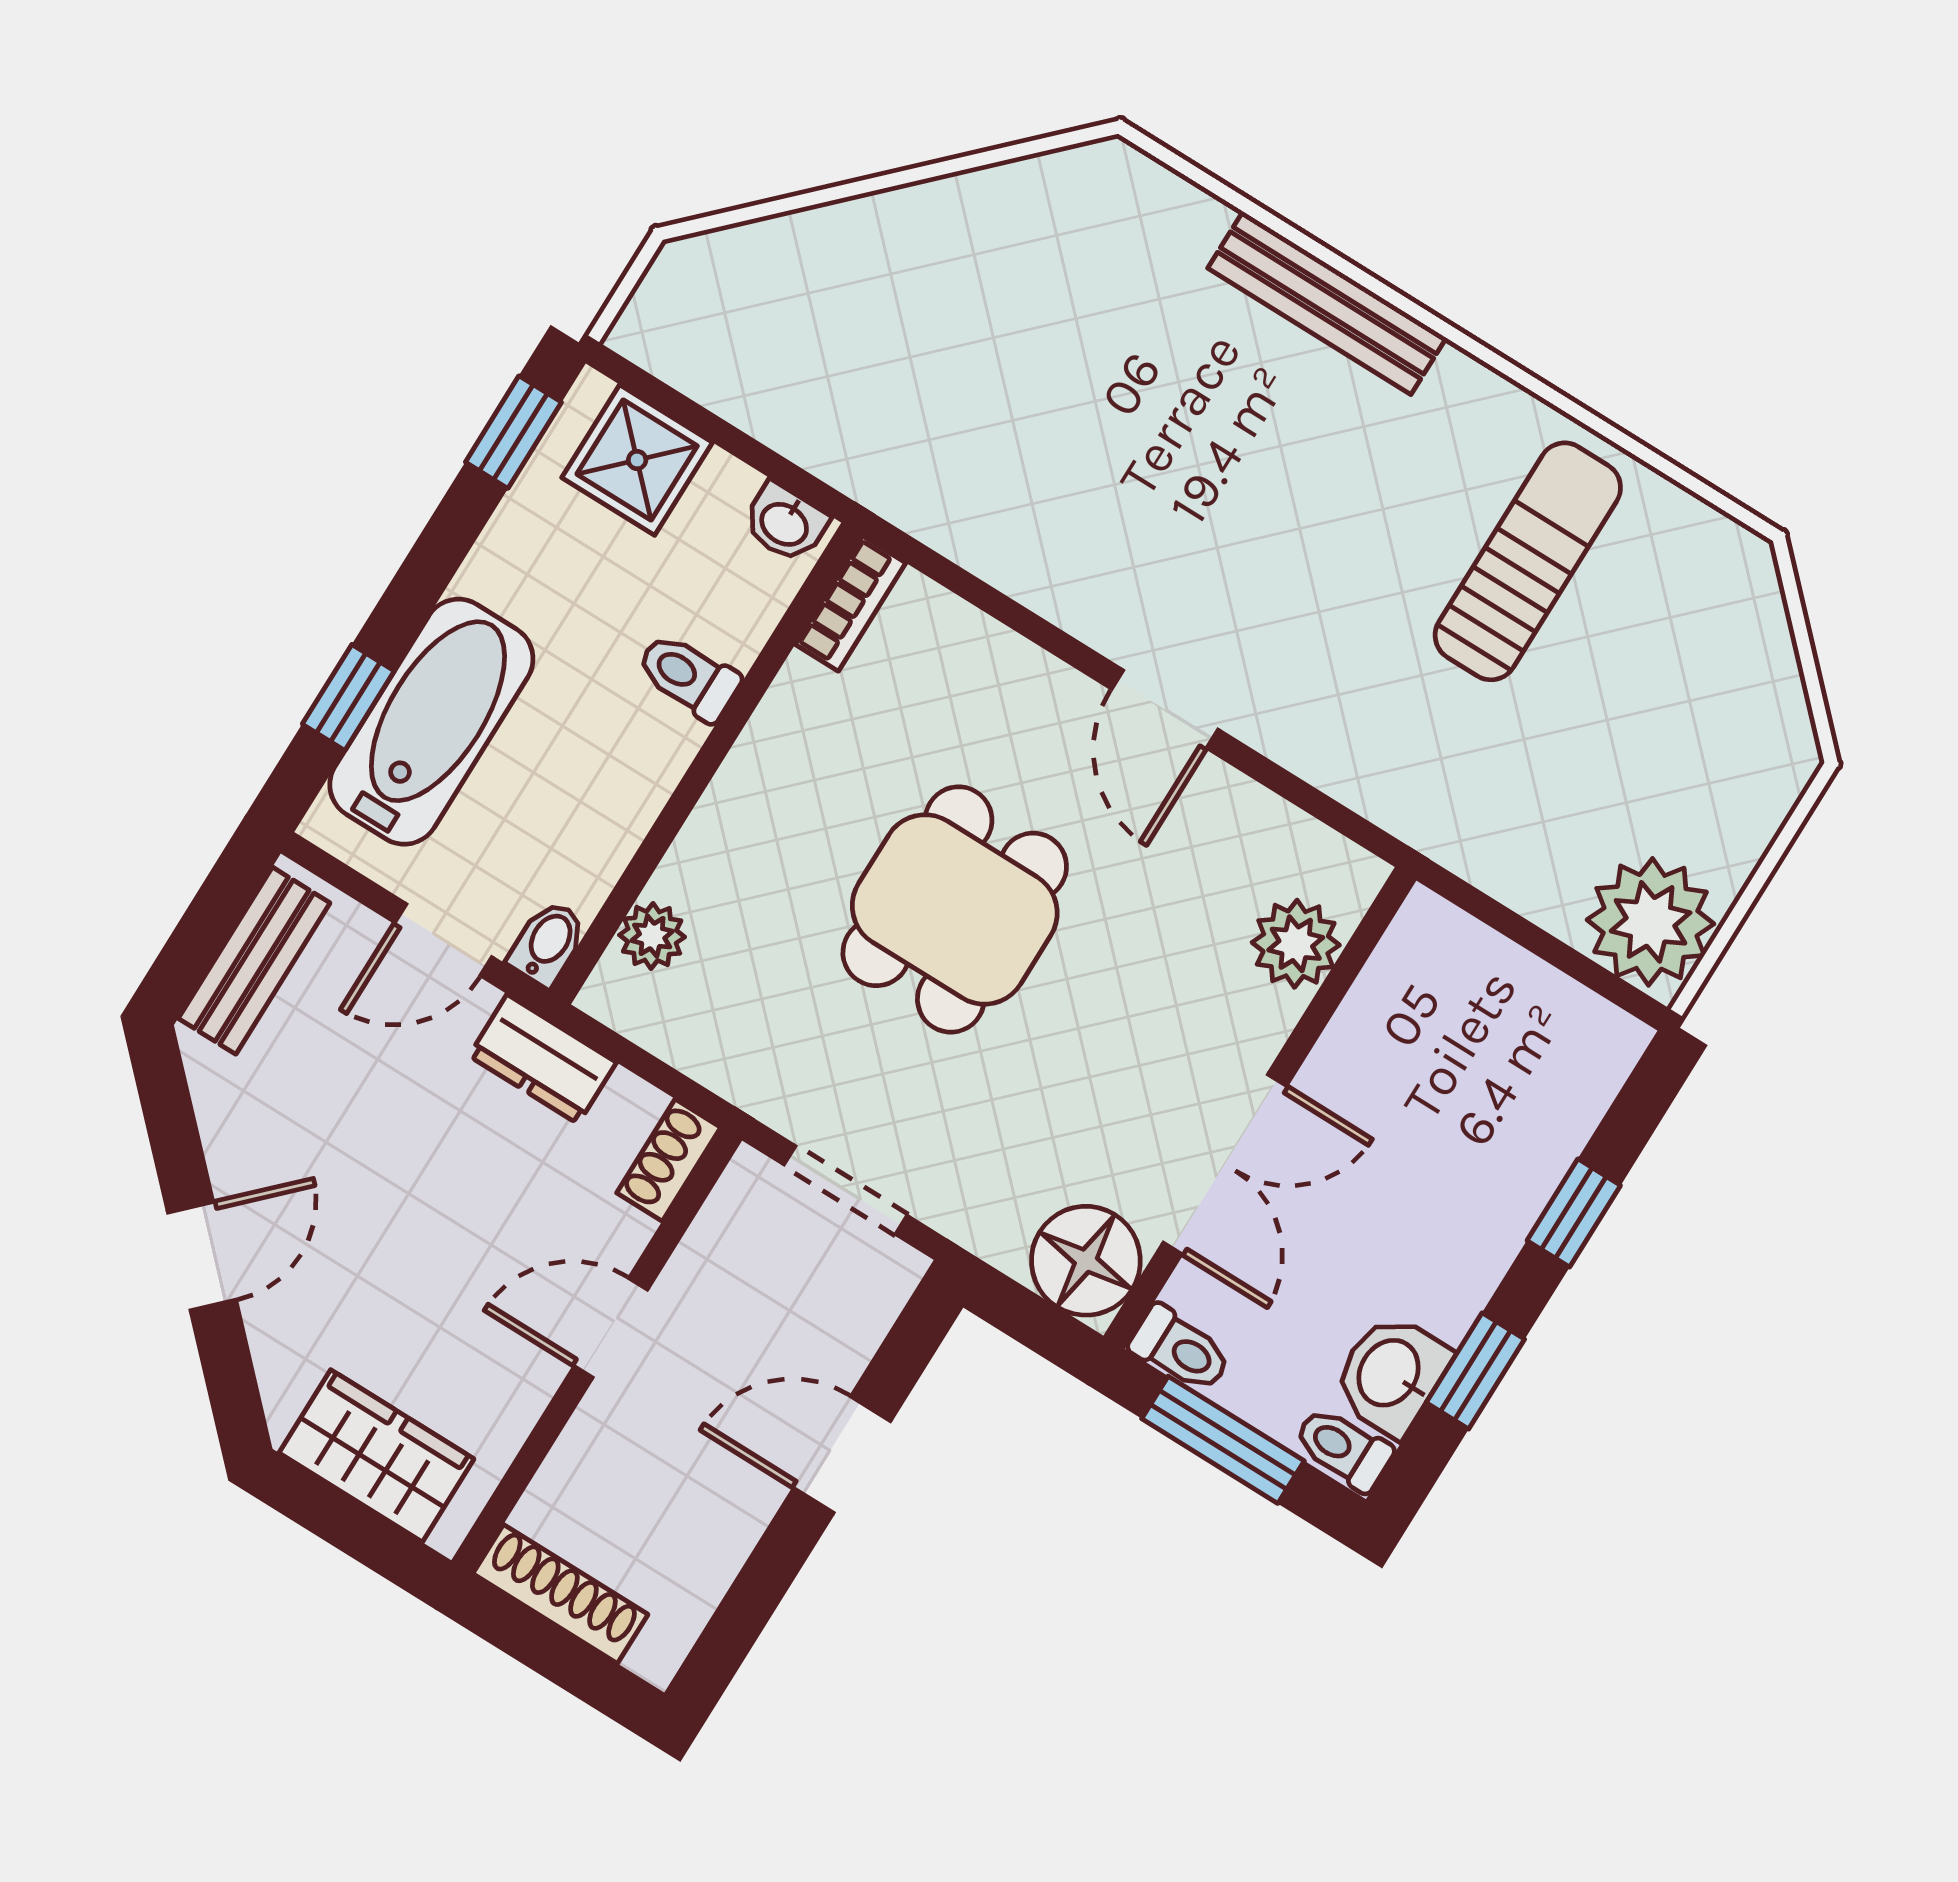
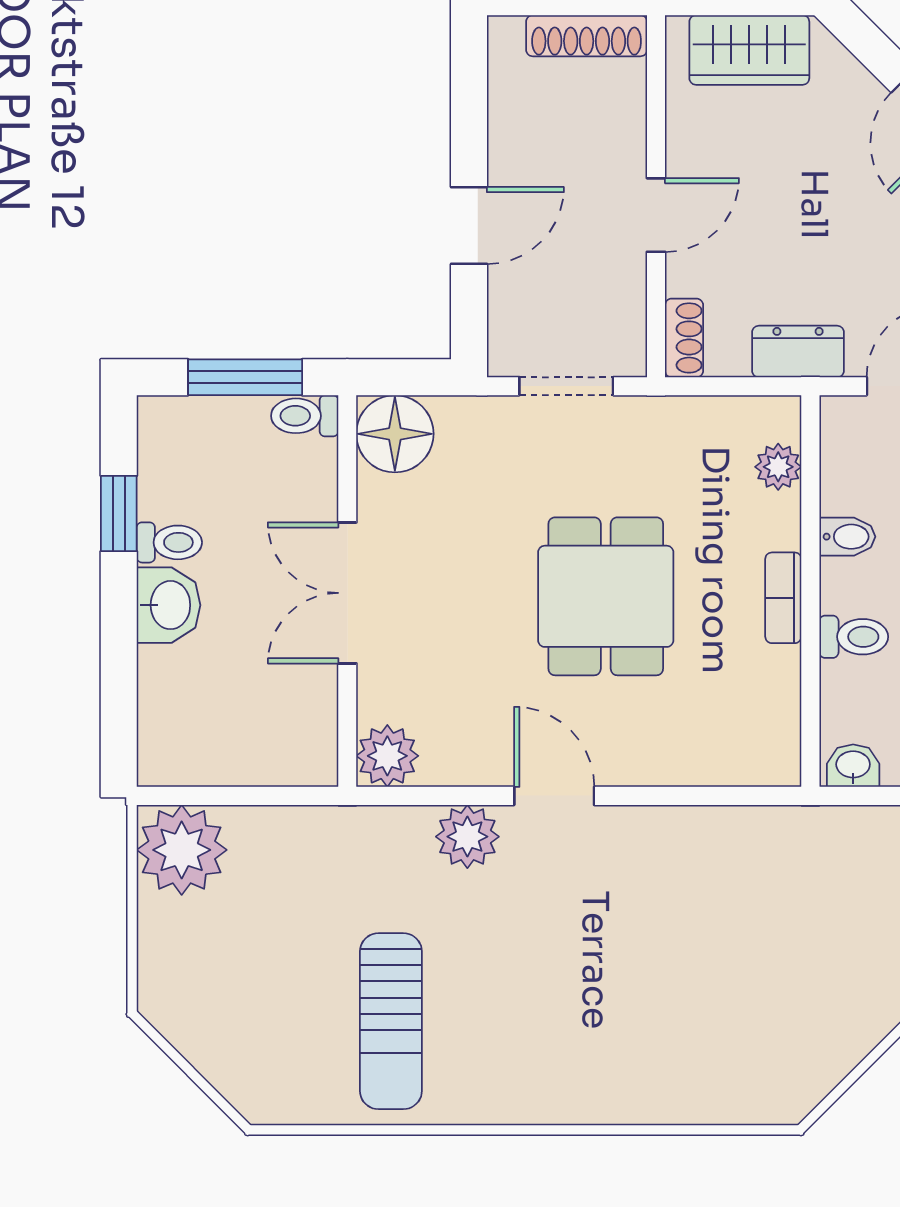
bench: (1327, 303) -> (609, 1102), removed
bookcase: (850, 604) -> (783, 598), moved
plant: (1299, 725) -> (467, 837), added
bidet: (548, 943) -> (847, 537), moved, turned -90
plant: (1296, 944) -> (387, 756), moved
double door: (1225, 1164) -> (347, 593), moved
window: (1574, 1213) -> (119, 646), removed
washbasin: (1391, 1374) -> (168, 605), moved
toilet: (1343, 1448) -> (169, 542), moved

